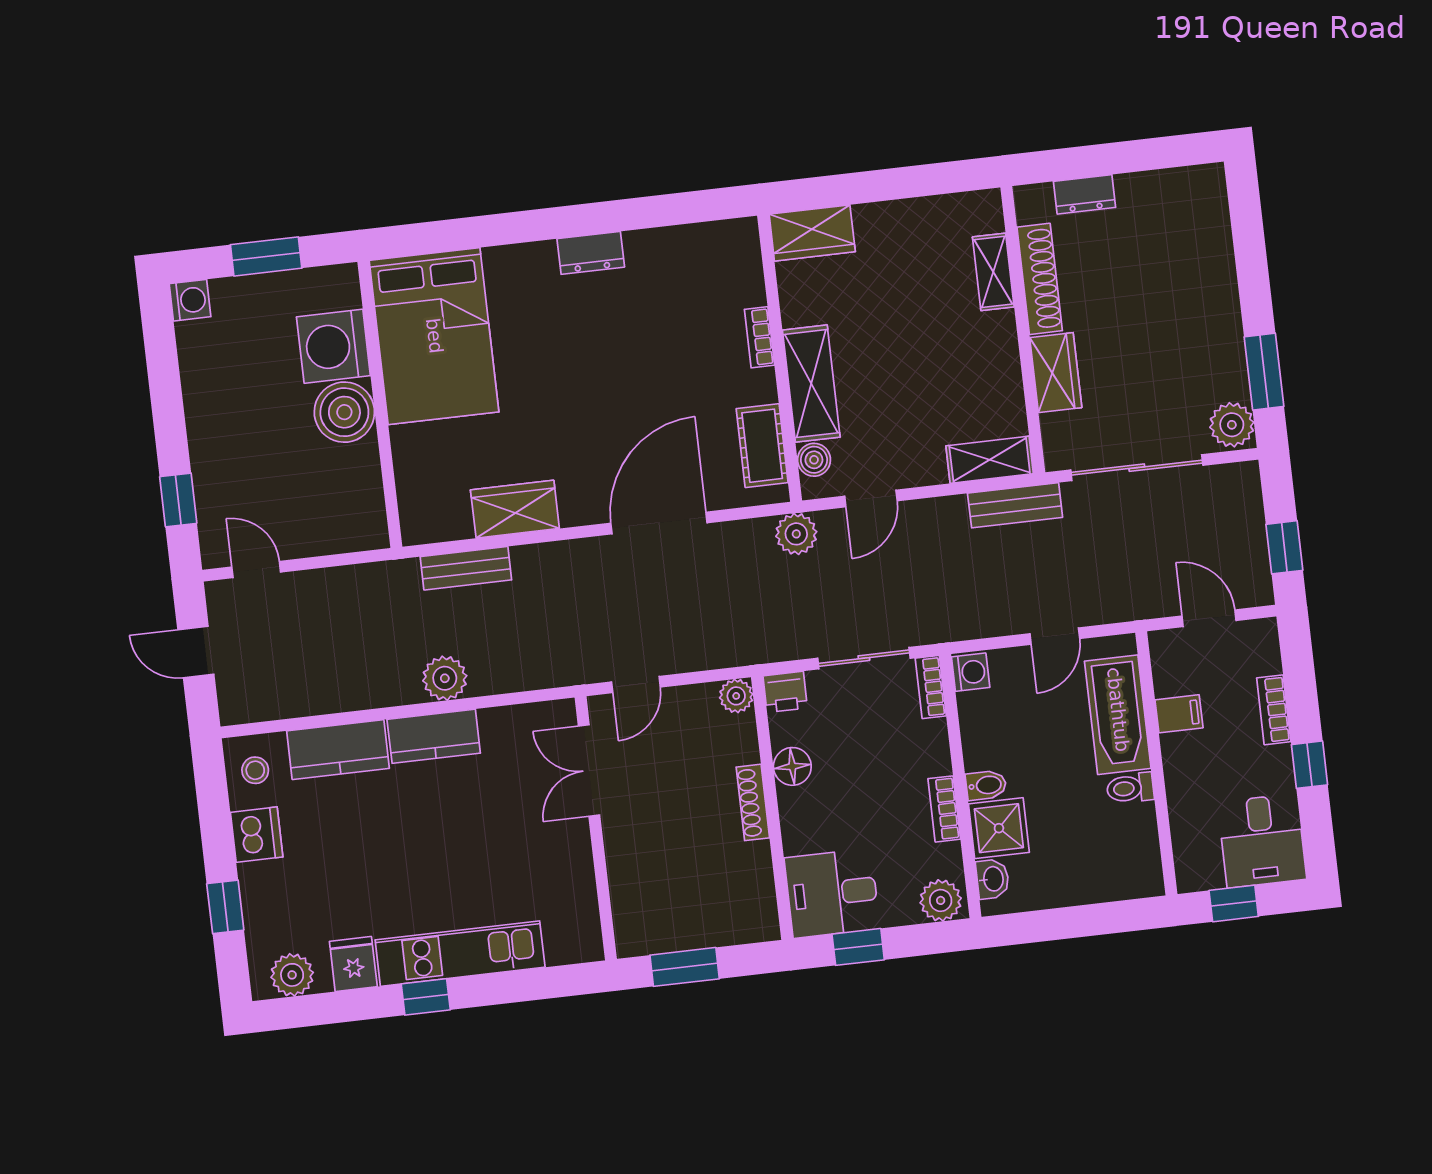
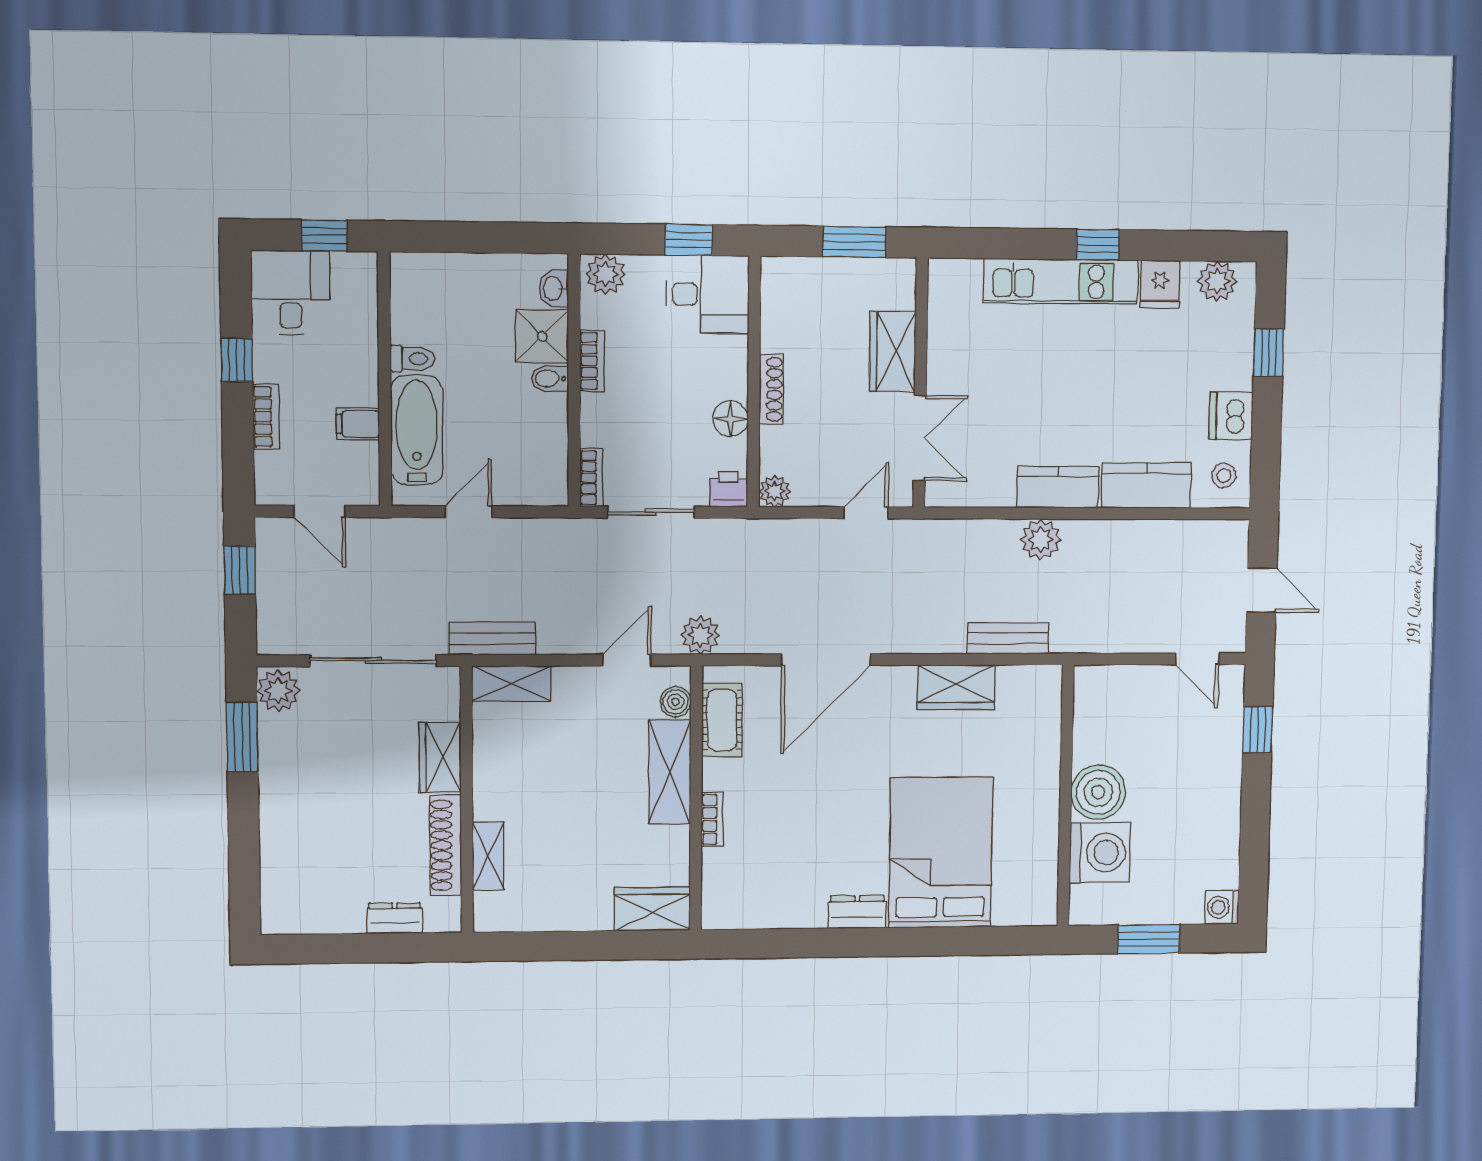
bed: (434, 336) -> (941, 853), moved
washing machine: (971, 672) -> (552, 487), removed
wardrobe: (630, 858) -> (892, 351), added

